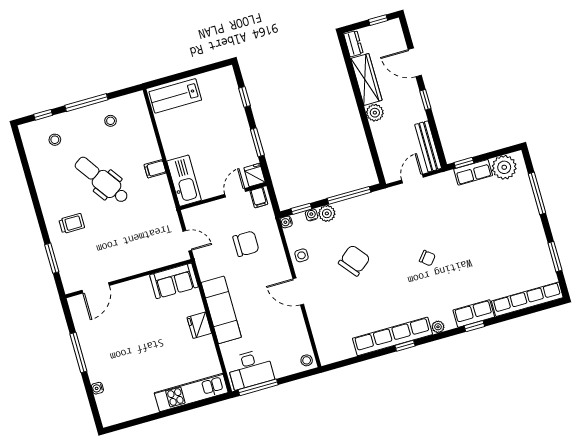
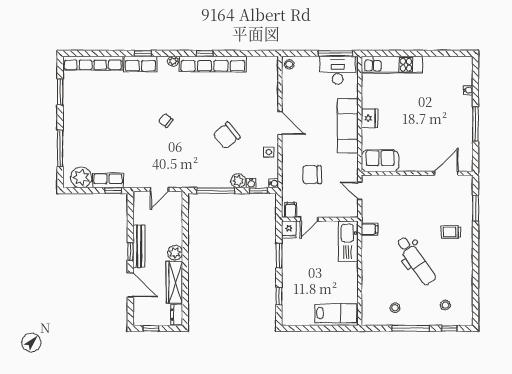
bench: (428, 146) -> (139, 246), moved
filing cabinet: (155, 169) -> (369, 229), moved

